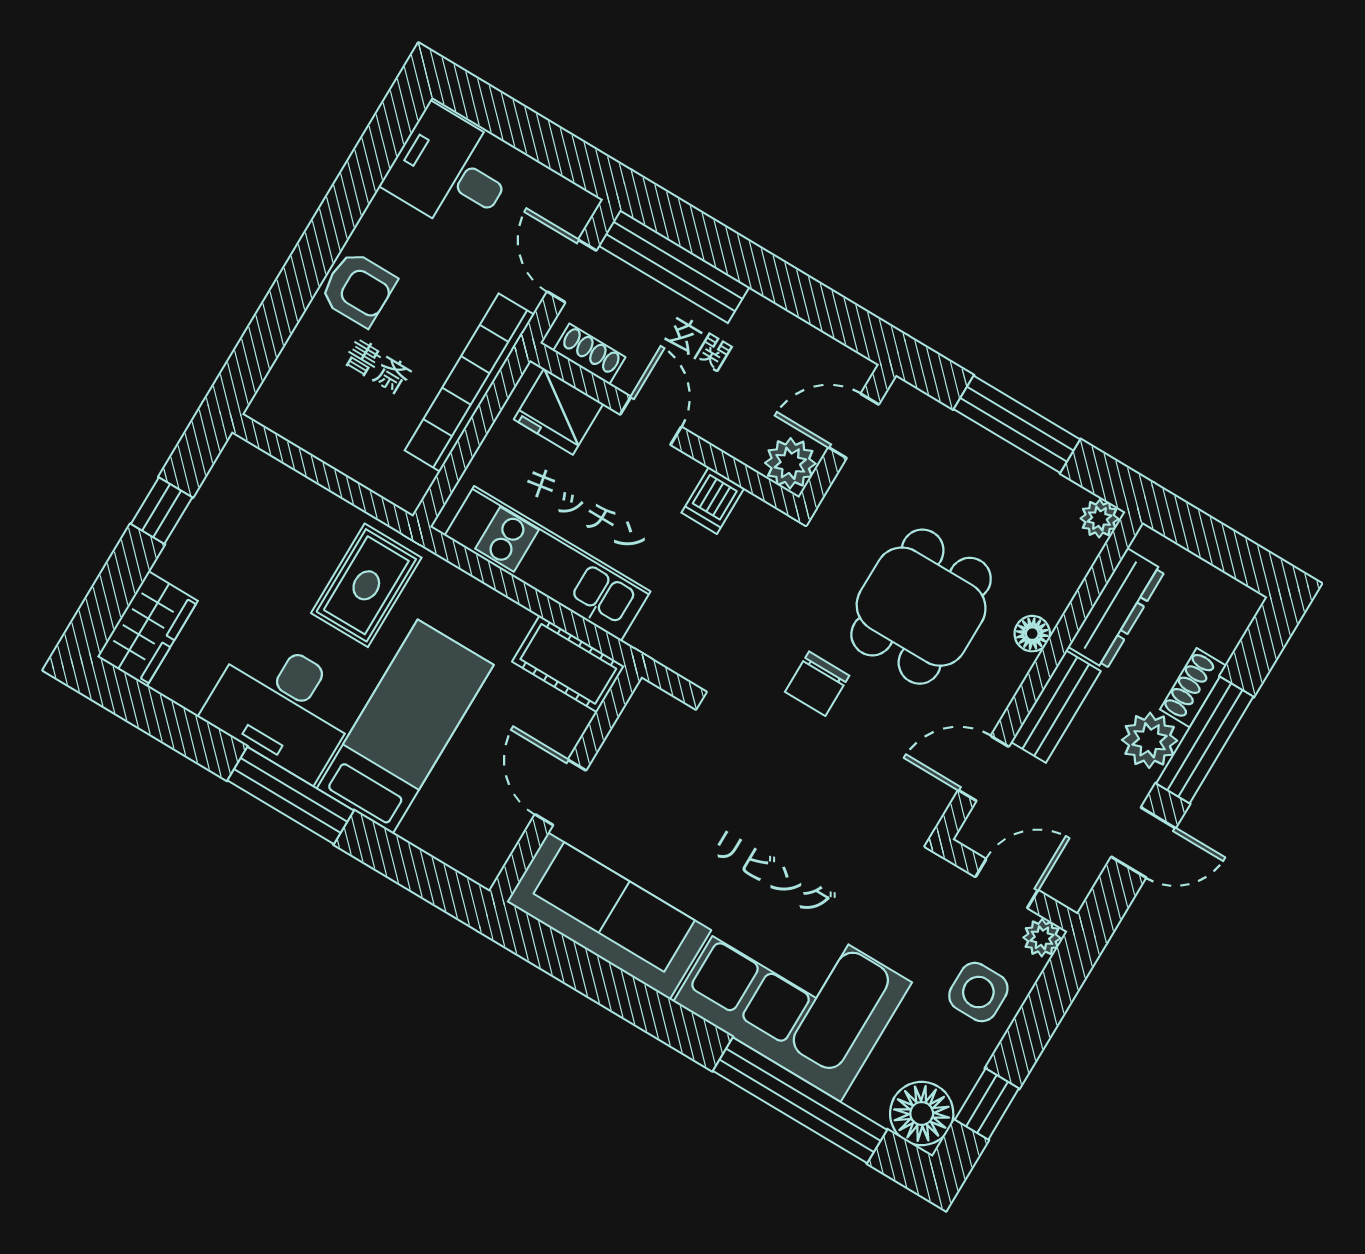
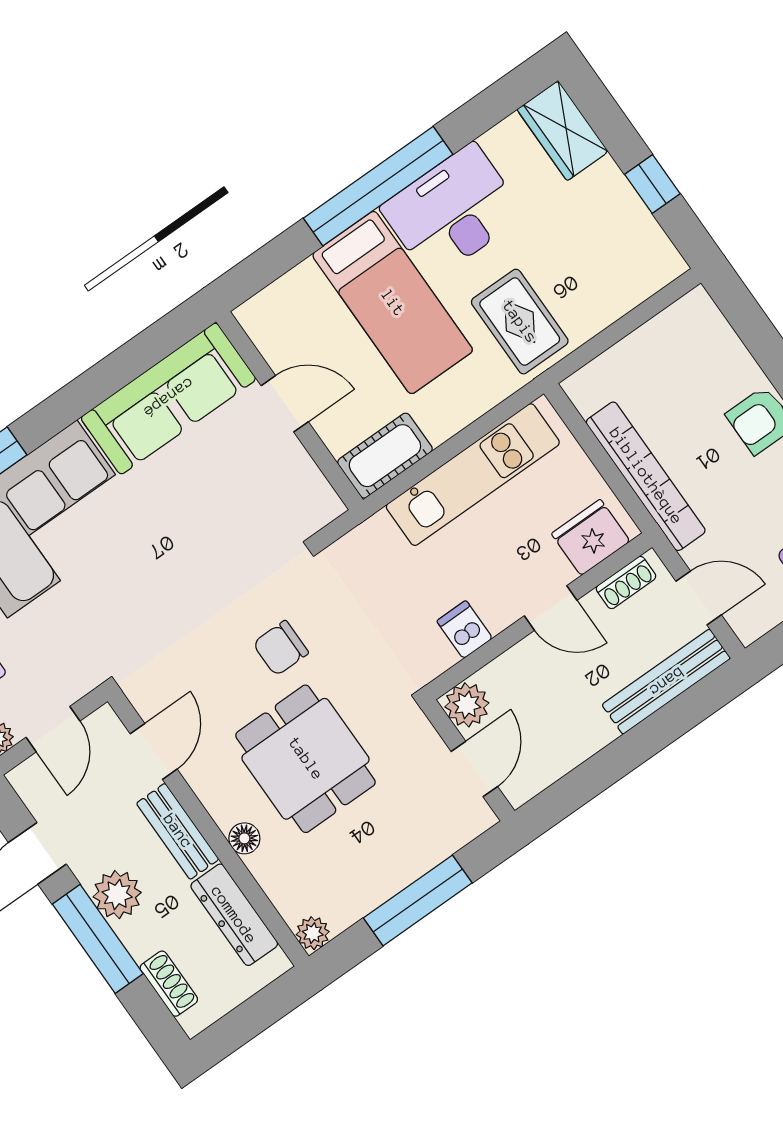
chair: (817, 684) -> (281, 648), turned -90
shoe rack: (1193, 688) -> (169, 984), moved
window: (291, 795) -> (378, 186), width x1.46

